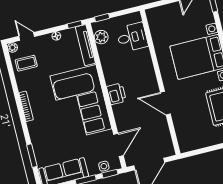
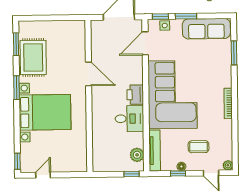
window: (75, 24) -> (178, 173), moved
desk: (132, 37) -> (129, 119), moved, turned 180
coffee table: (26, 63) -> (198, 147), moved

